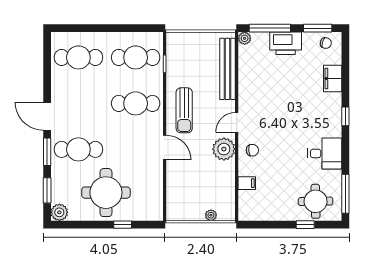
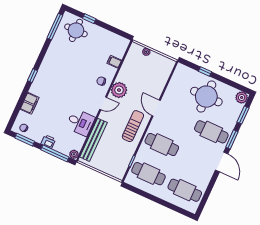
printer: (286, 43) -> (48, 142), width x0.53, depth x0.68
desk: (325, 153) -> (80, 122), moved, turned 180

